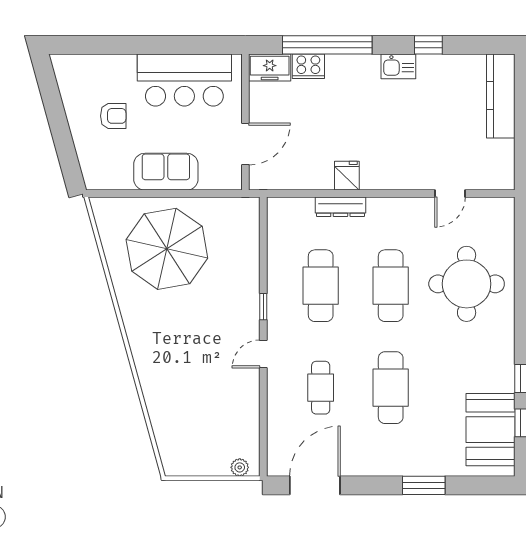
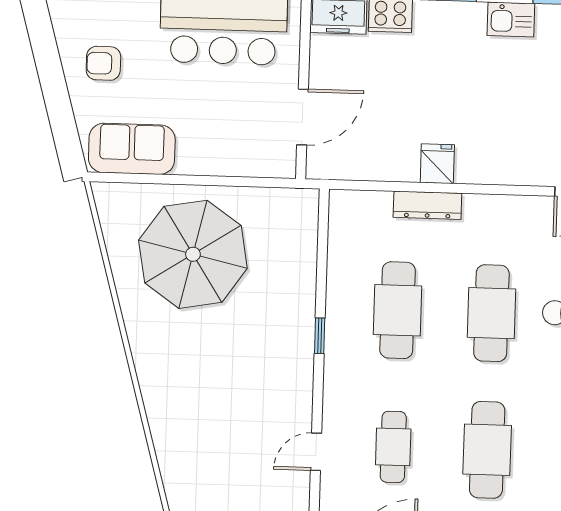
armchair: (113, 116) -> (103, 63), moved, turned 180
sofa: (166, 172) -> (132, 149), moved
door: (263, 354) -> (316, 452), moved

